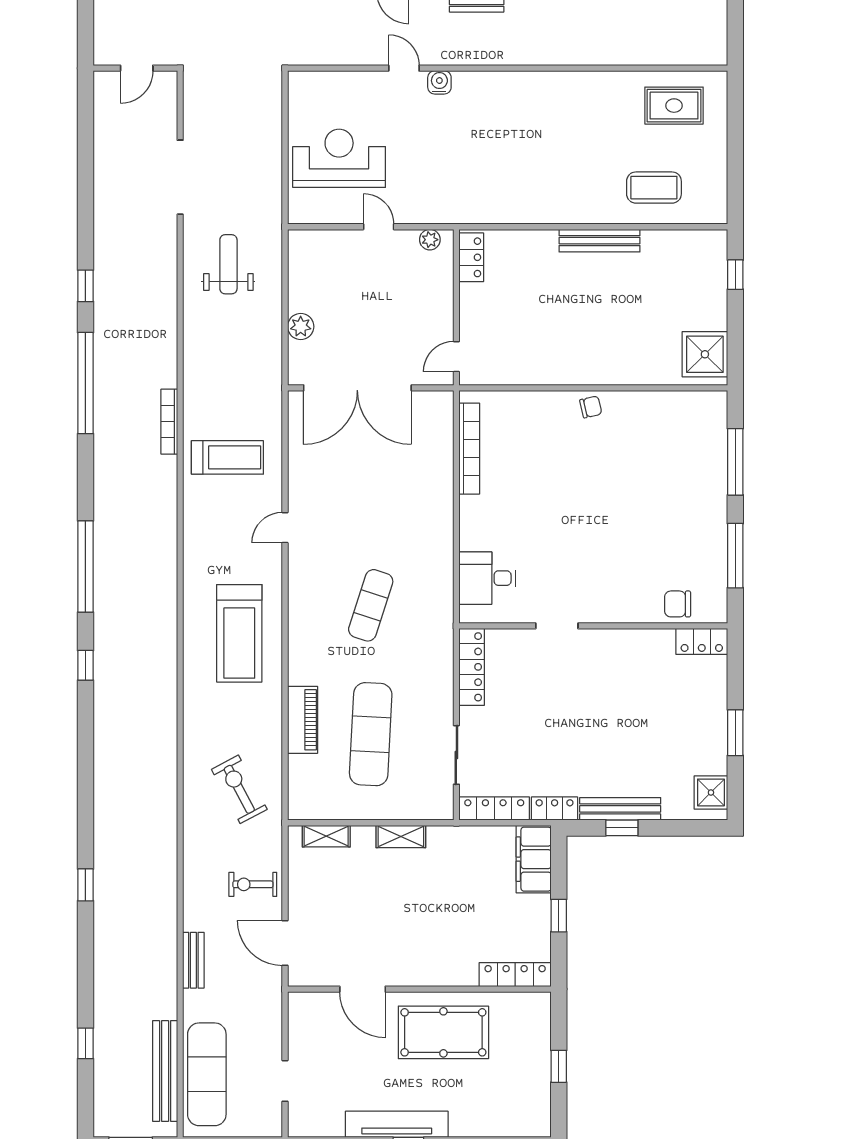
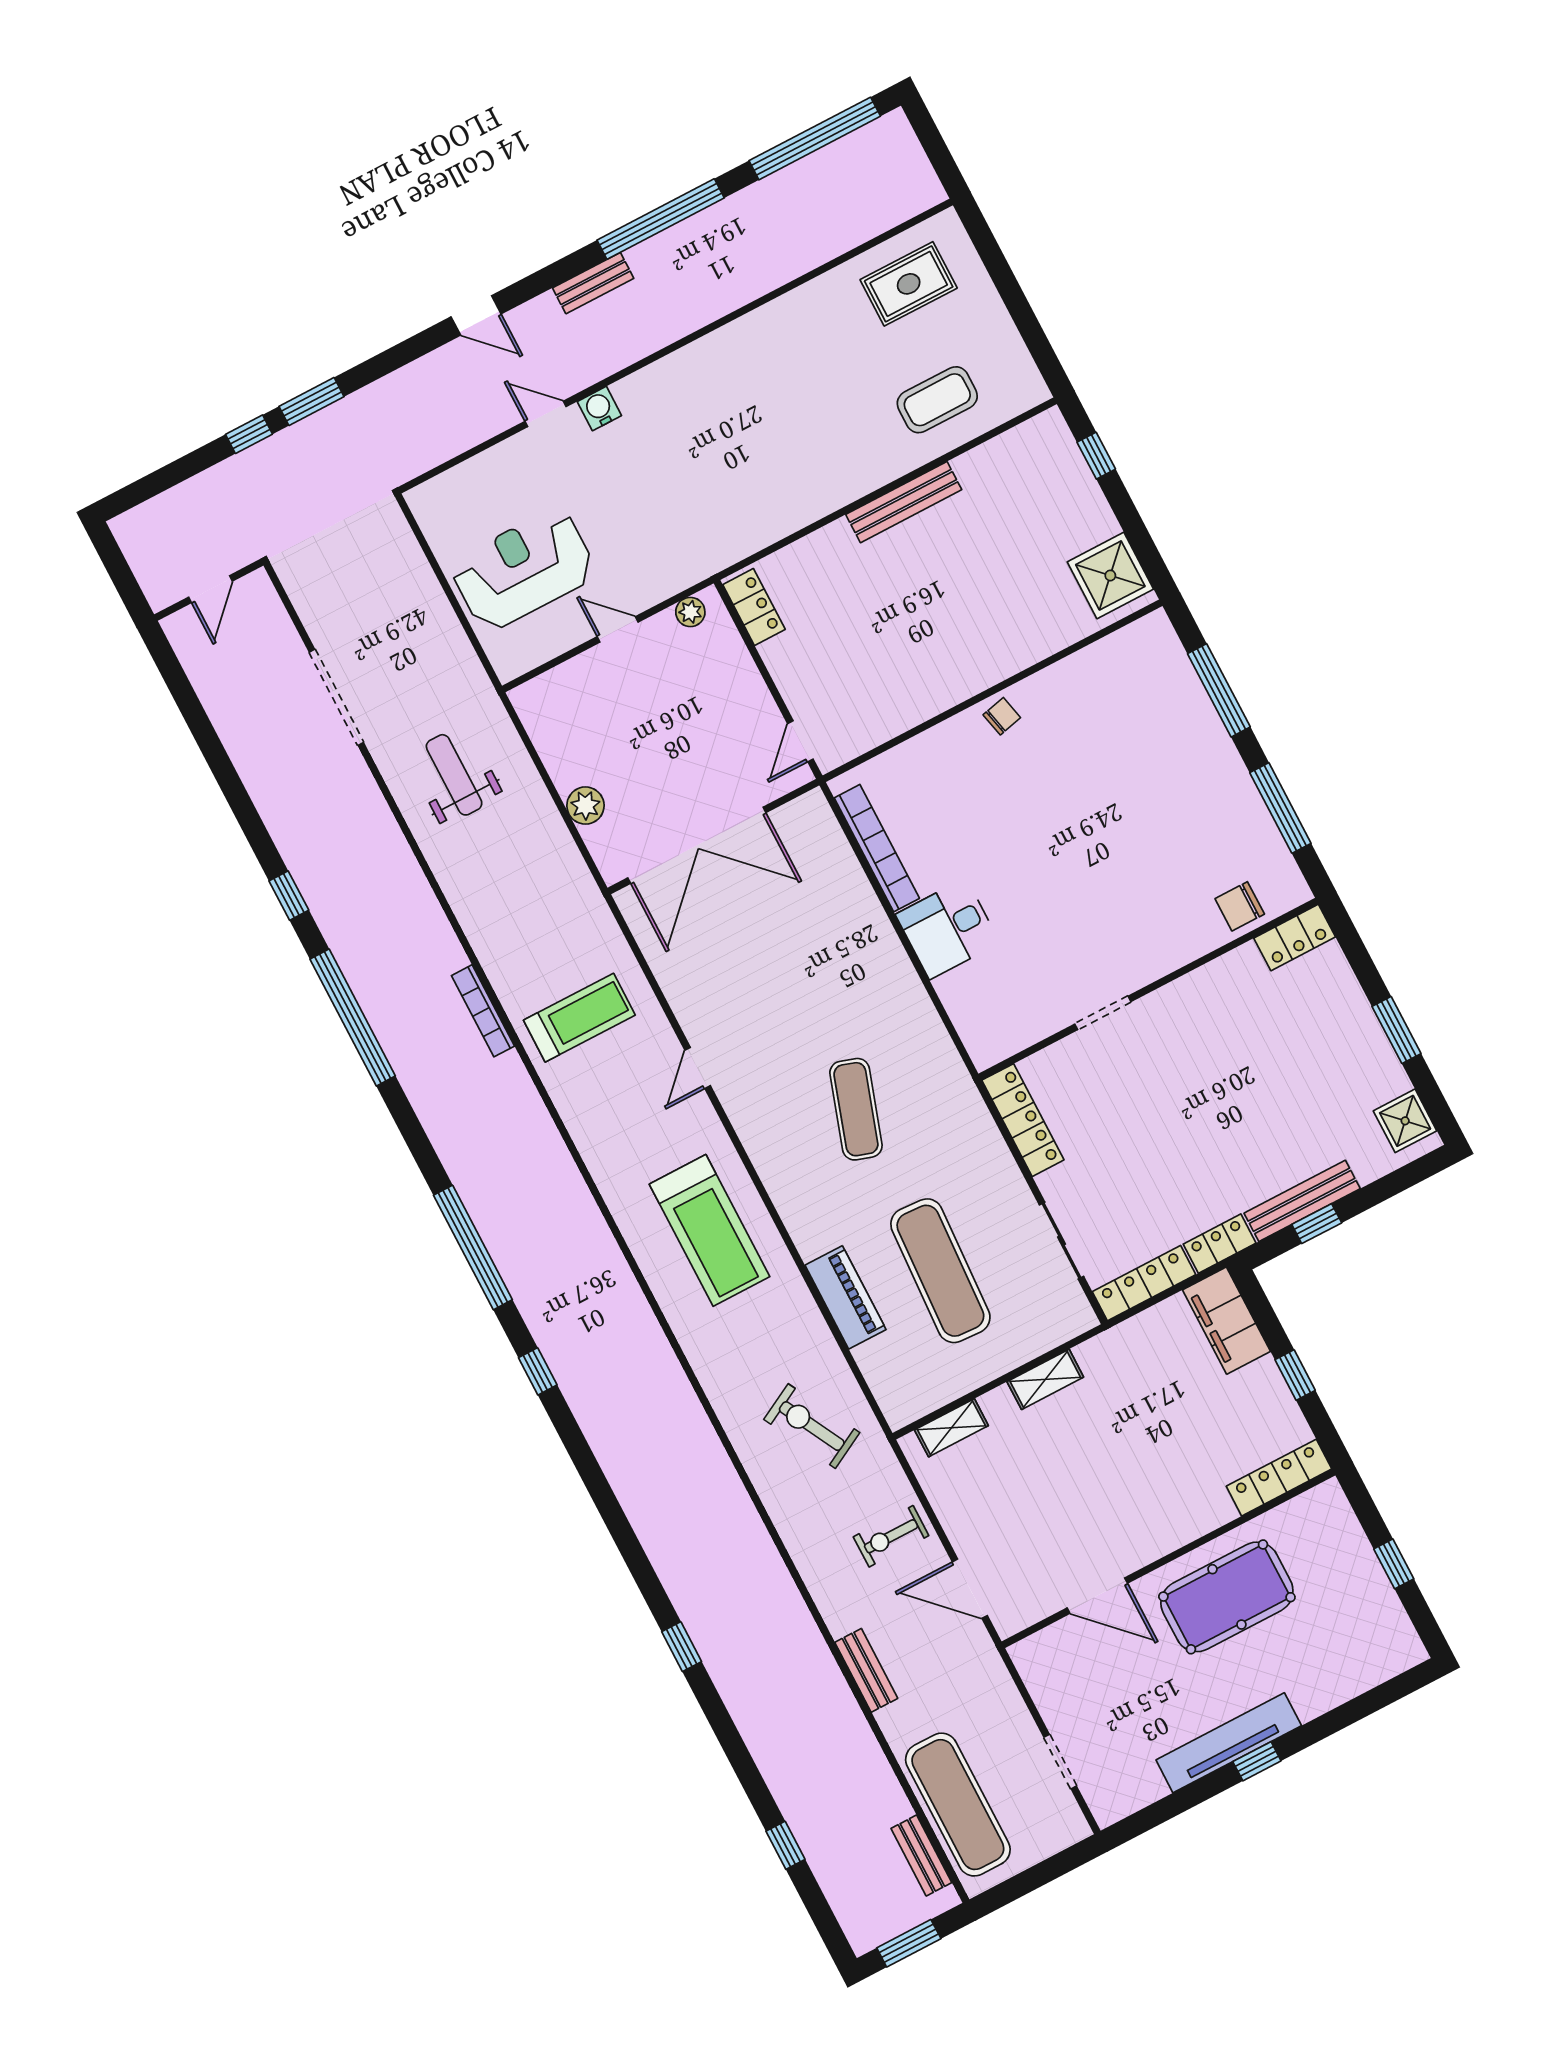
desk: (487, 578) -> (948, 929), moved
bench: (165, 1071) -> (921, 1856), width x0.54, depth x0.82

